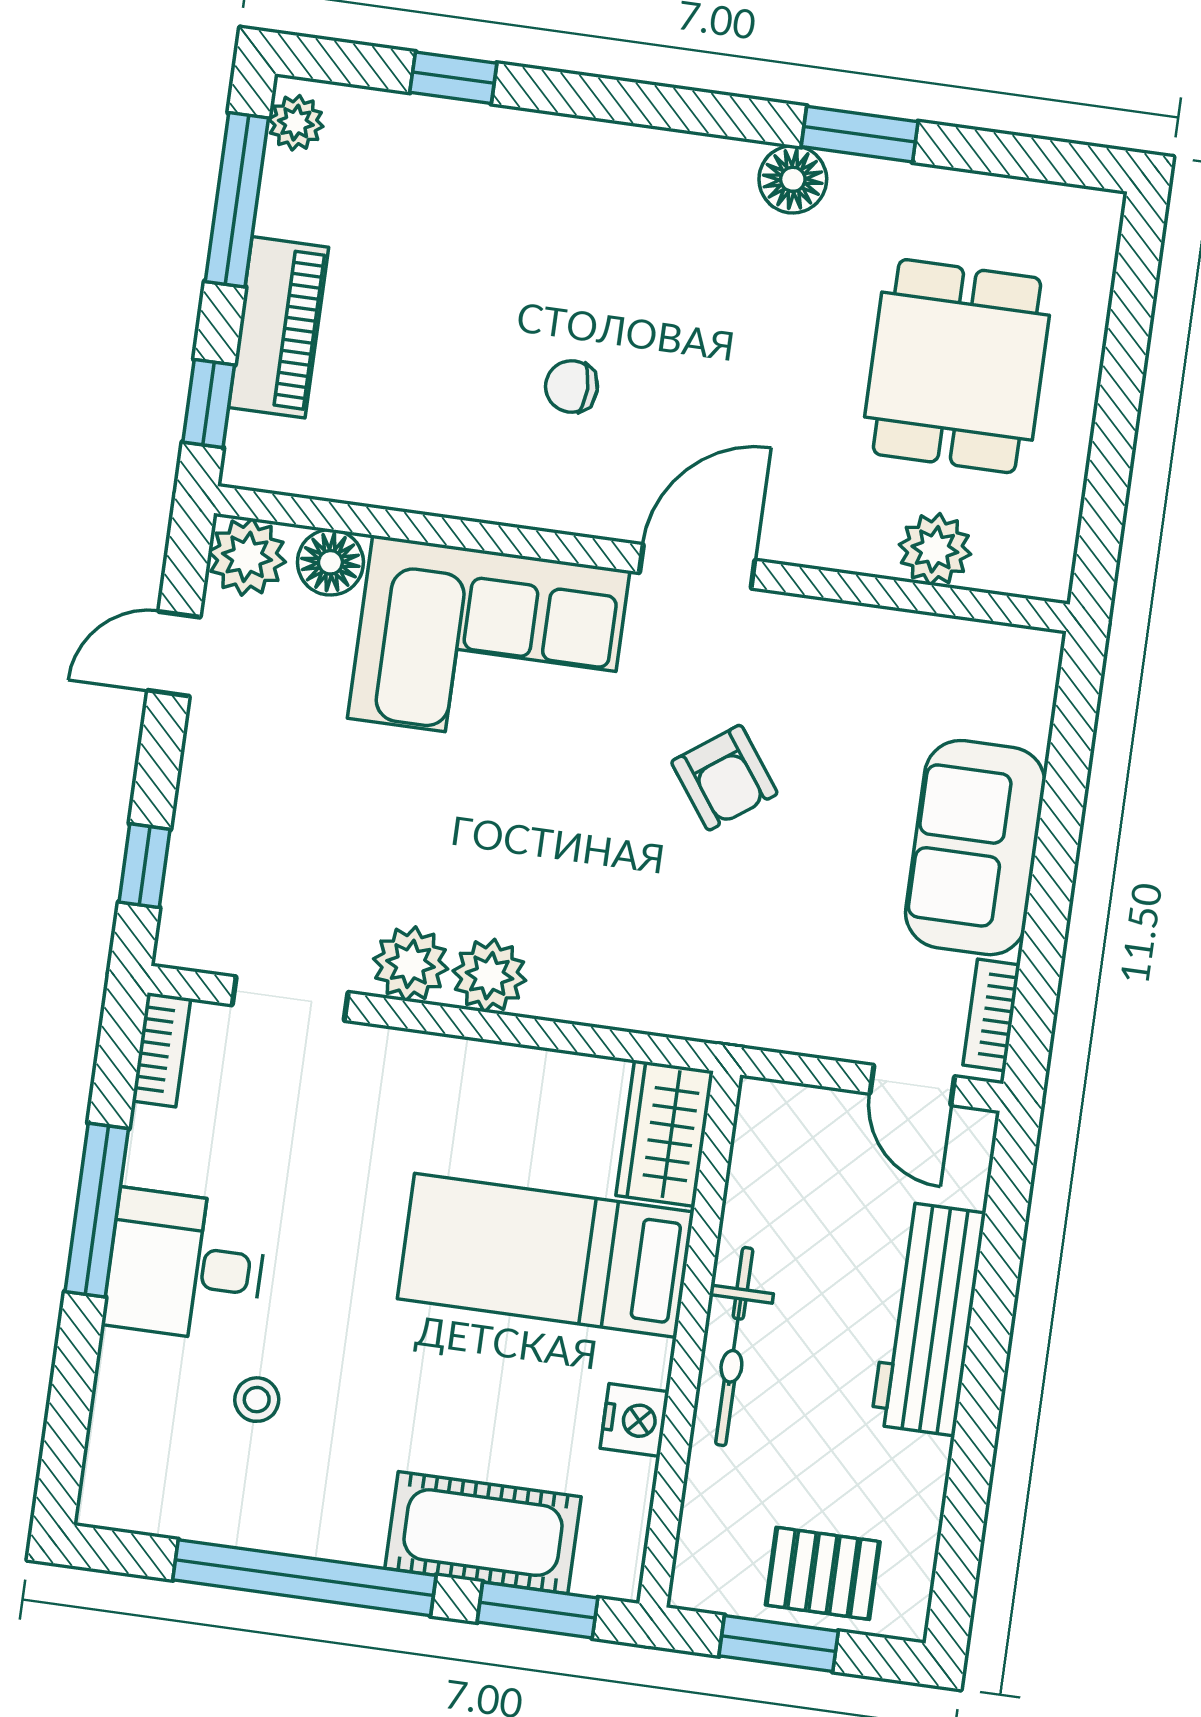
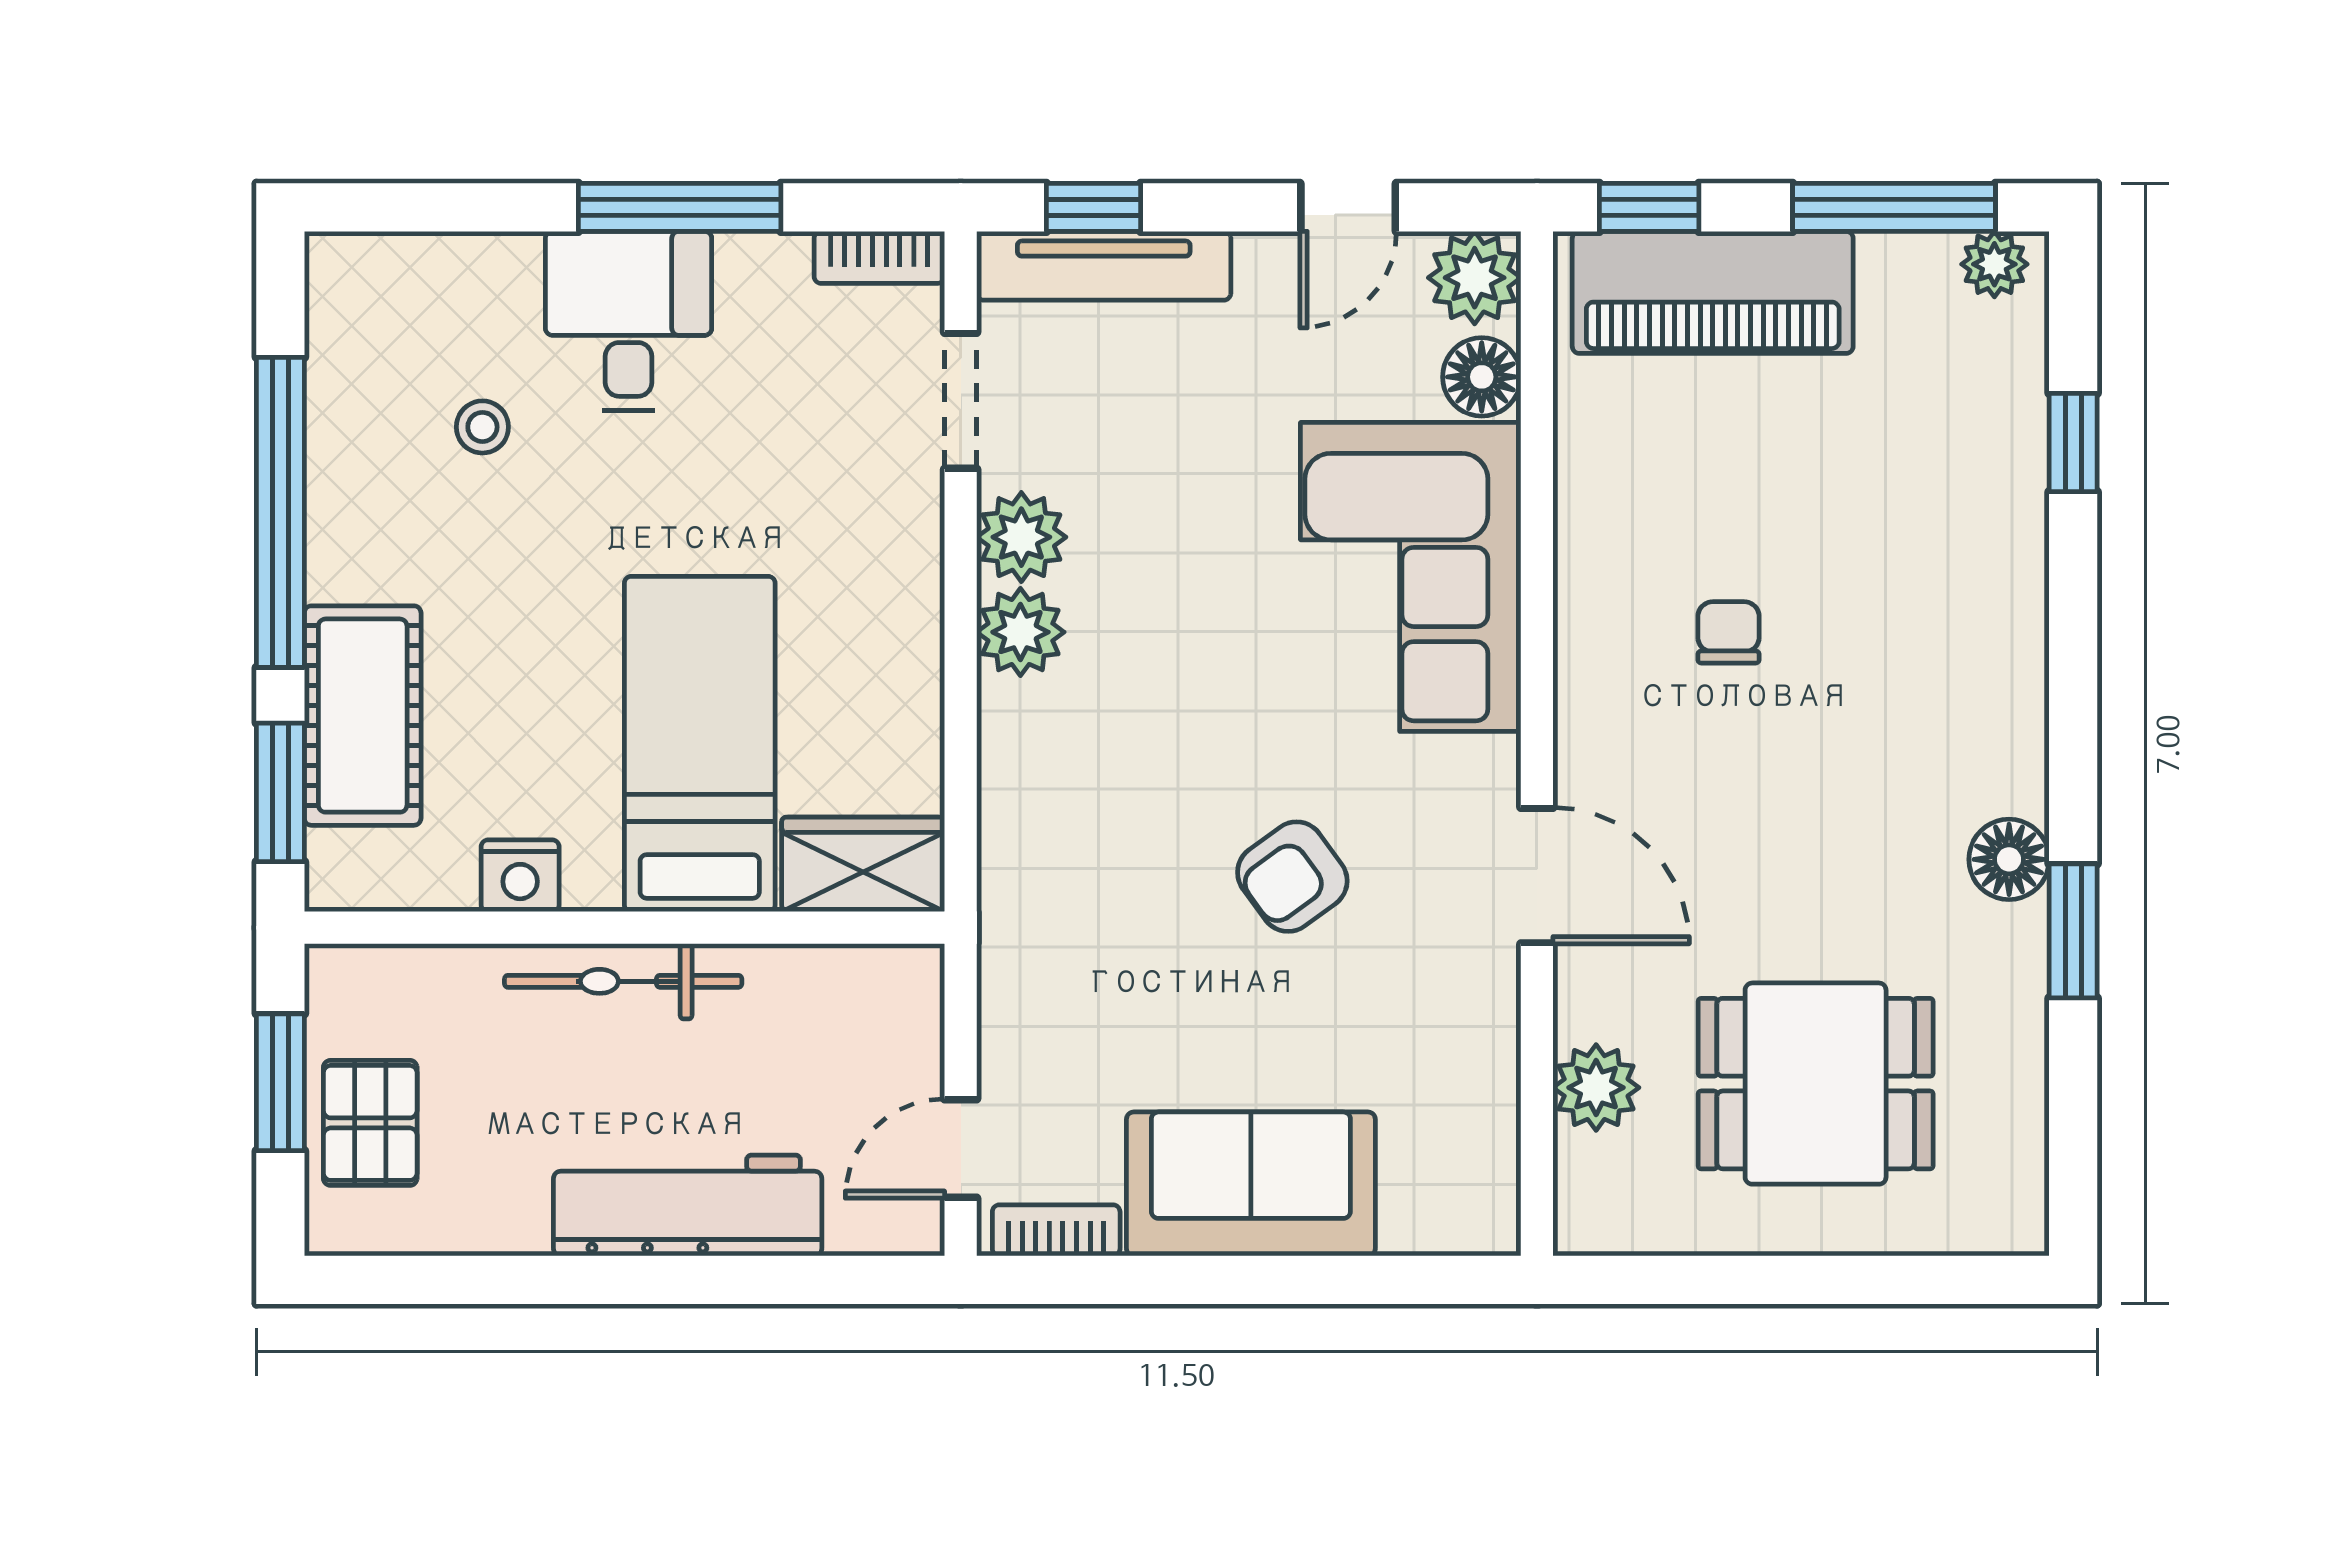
piano: (279, 327) -> (1713, 292), width x1.37, depth x1.33
door: (697, 566) -> (1537, 876), moved
door: (174, 654) -> (1348, 207), swing flipped
tv unit: (194, 864) -> (1104, 266), added

